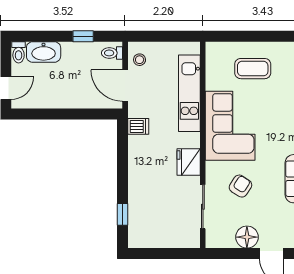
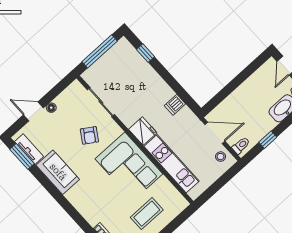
dishwasher: (138, 126) -> (175, 105), moved
fridge: (189, 162) -> (143, 131), moved
floor lamp: (247, 237) -> (51, 108), width x0.53, depth x0.53
window: (163, 254) -> (100, 51), added

